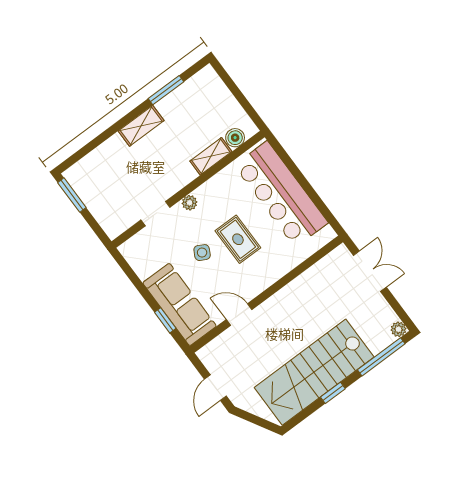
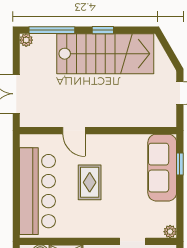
plant: (190, 203) -> (170, 232), moved
side table: (202, 253) -> (121, 191), removed
door: (239, 315) -> (74, 131), moved

